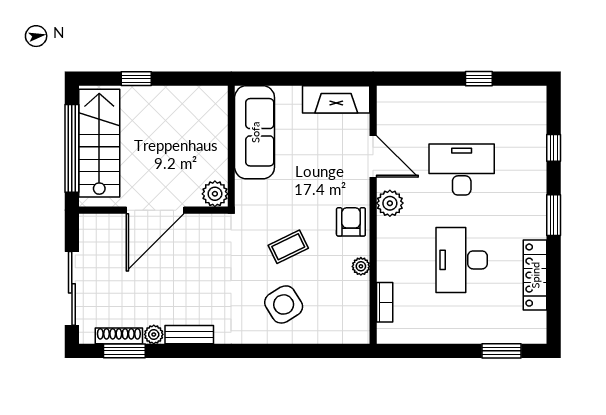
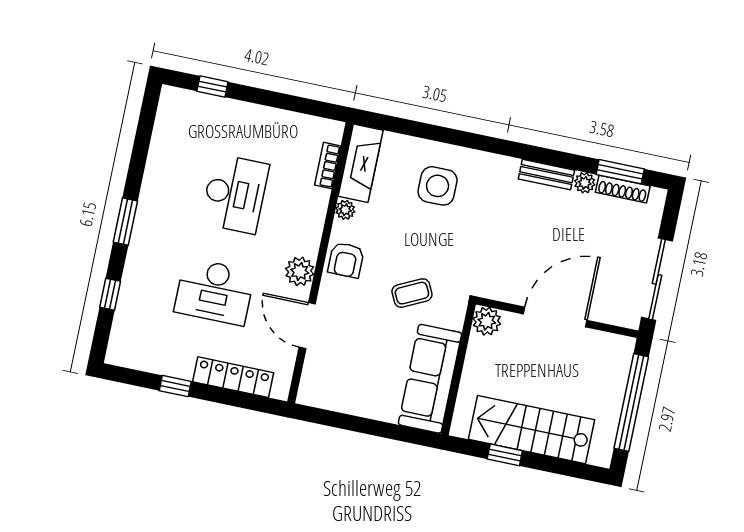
window: (136, 79) -> (505, 455), moved
fireplace: (336, 99) -> (361, 163), moved, turned 90
stairs: (99, 143) -> (532, 430), moved, turned 90
coffee table: (288, 247) -> (412, 293), moved
locker: (535, 275) -> (233, 377), moved, turned -90
sliding door: (72, 288) -> (657, 279), moved
side table: (284, 304) -> (438, 186), turned 32
window: (501, 351) -> (212, 87), width x0.67

